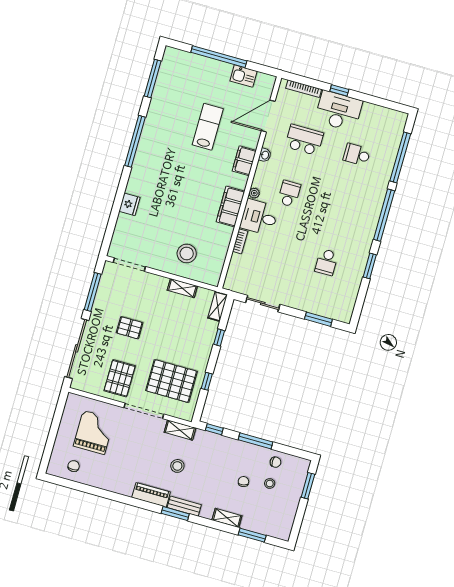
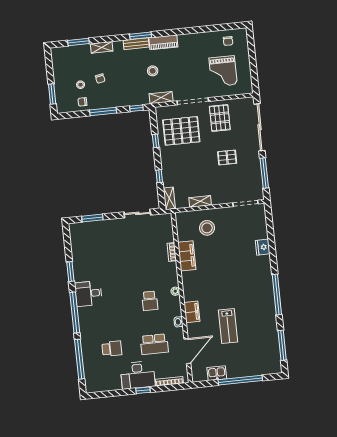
filing cabinet: (230, 207) -> (187, 256), moved
desk: (259, 217) -> (88, 294), moved, turned 180
school desk: (327, 262) -> (103, 262), removed

